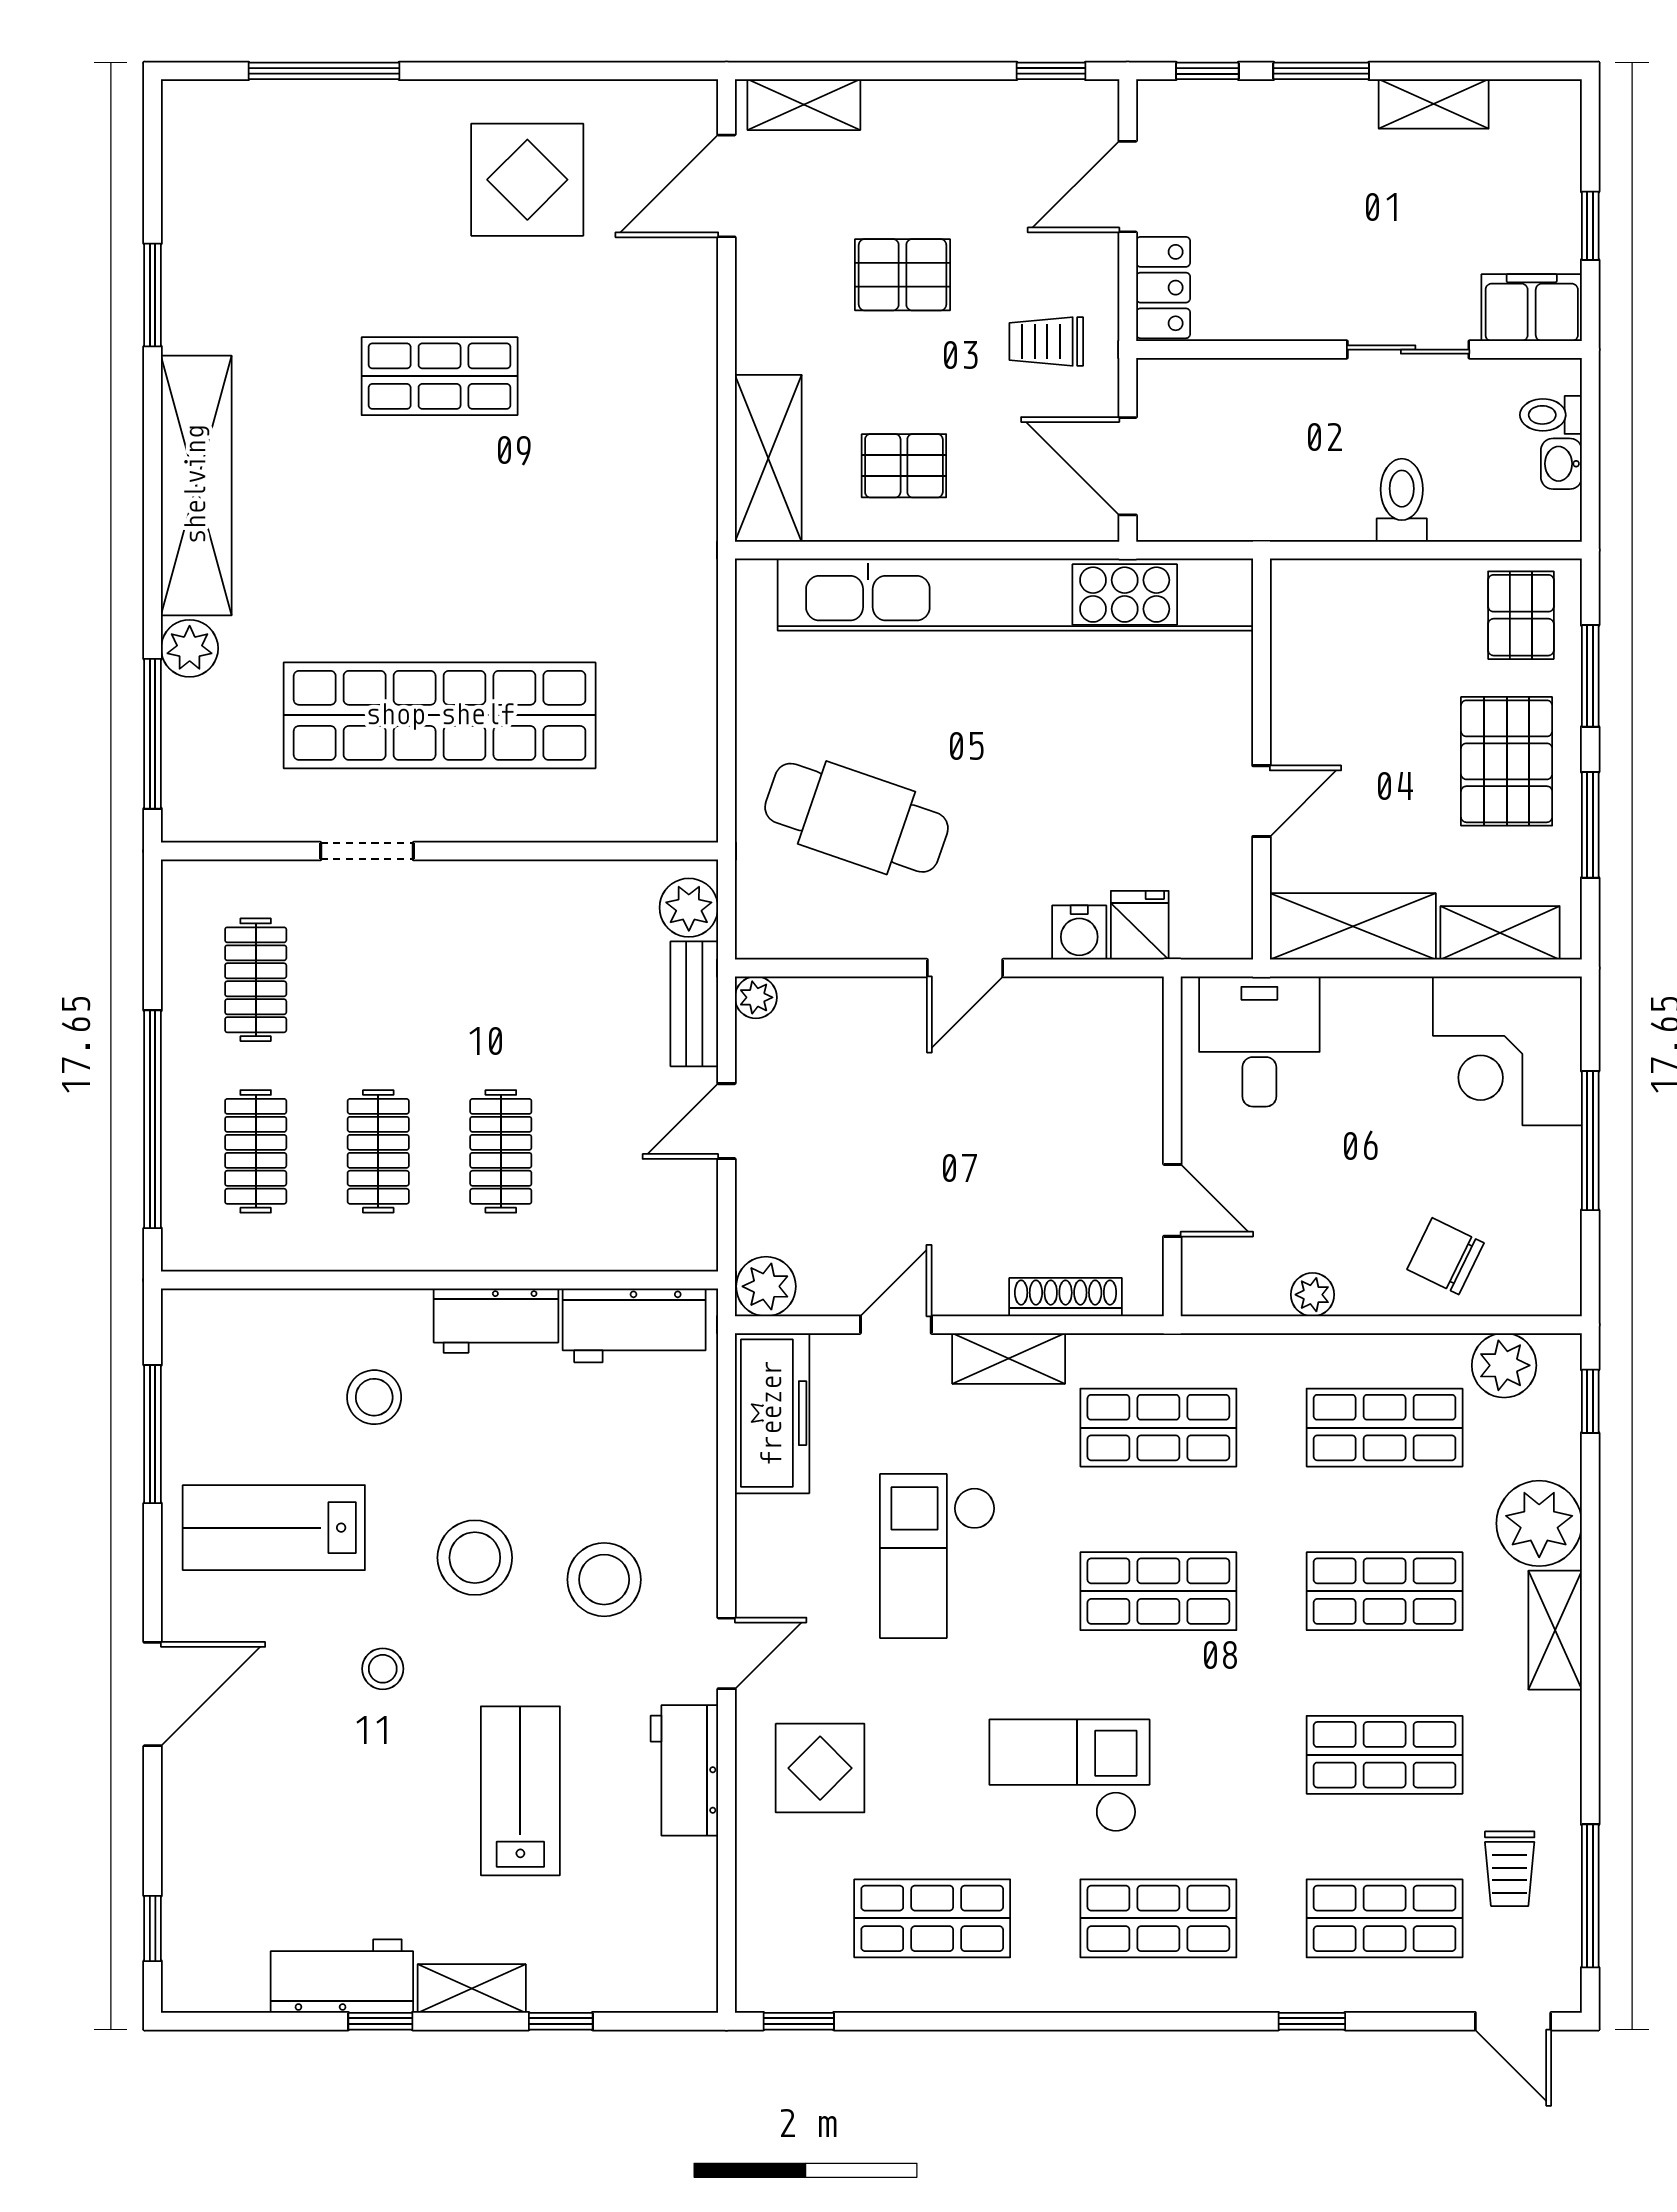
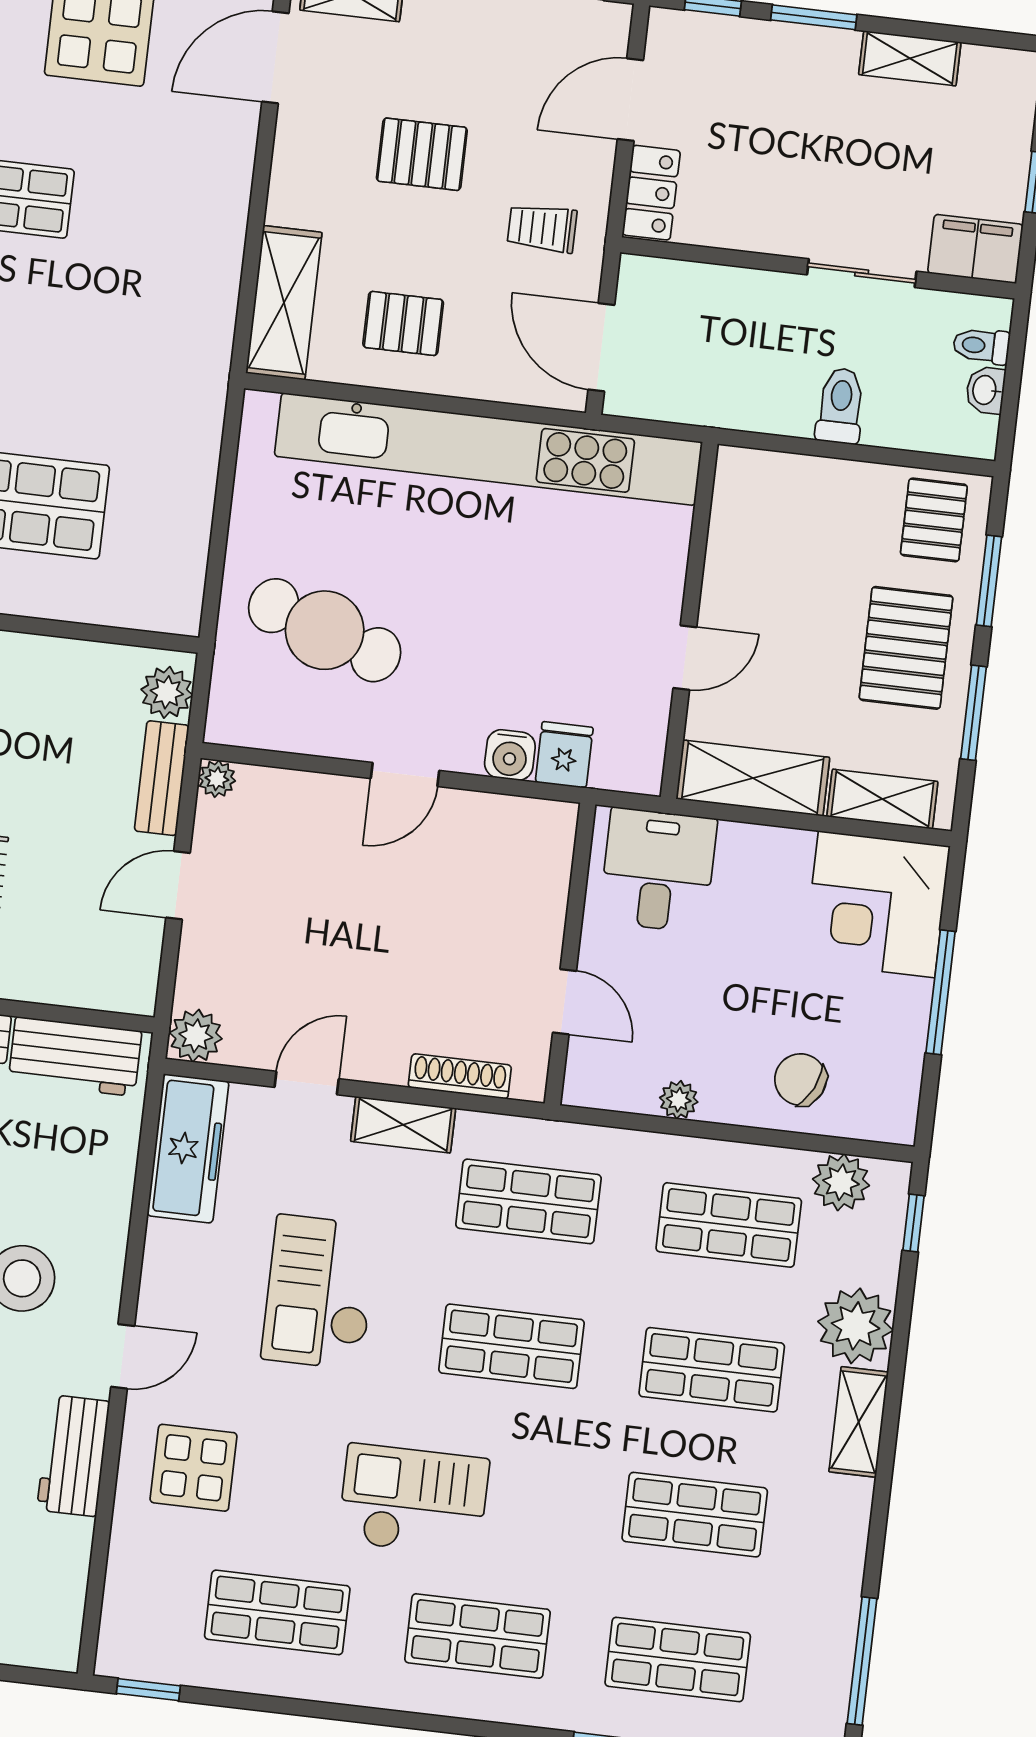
trolley: (1510, 1869) -> (794, 1629), removed

